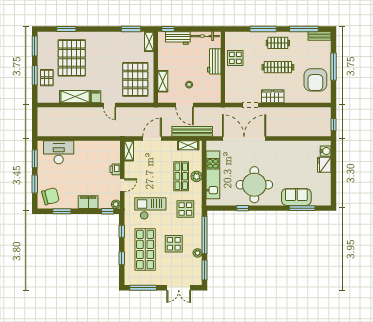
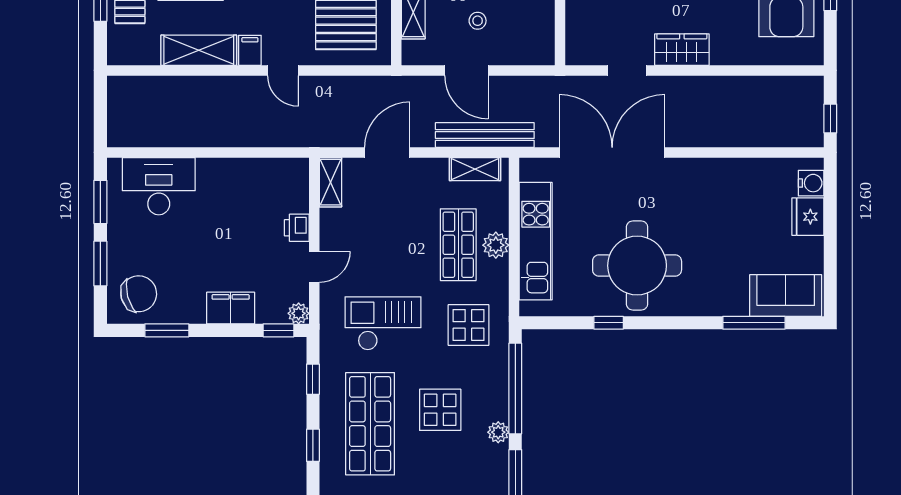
sofa: (296, 197) -> (786, 296), moved

